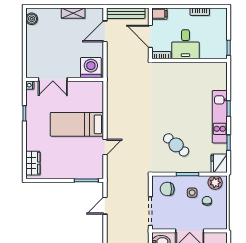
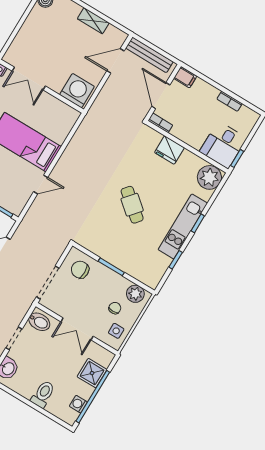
desk: (185, 44) -> (223, 145), moved
plant: (218, 72) -> (209, 177), added
cafe table: (176, 145) -> (132, 205), moved
fridge: (219, 163) -> (169, 150), moved, turned -90
side table: (192, 193) -> (116, 331), moved

